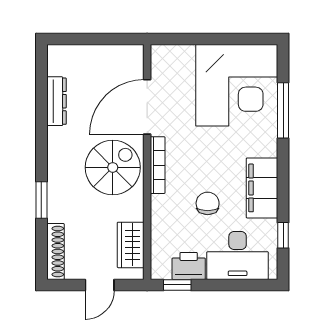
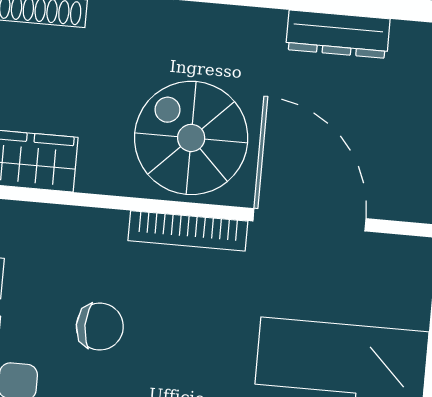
spiral stairs: (113, 167) -> (191, 138), turned 180

